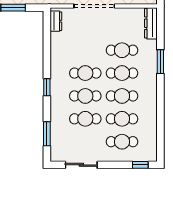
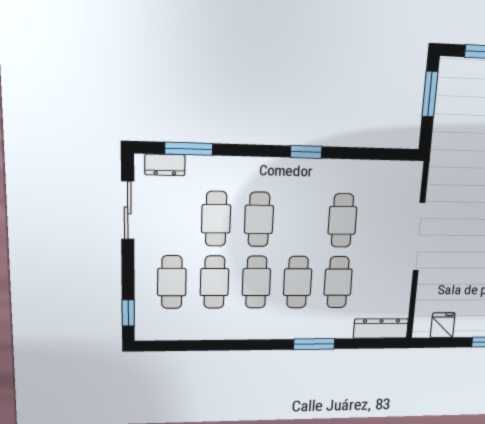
dresser: (56, 21) -> (165, 165), moved
cafe table: (85, 73) -> (342, 220), moved
window: (47, 87) -> (306, 152), moved

